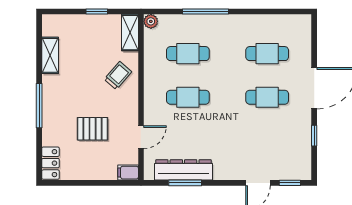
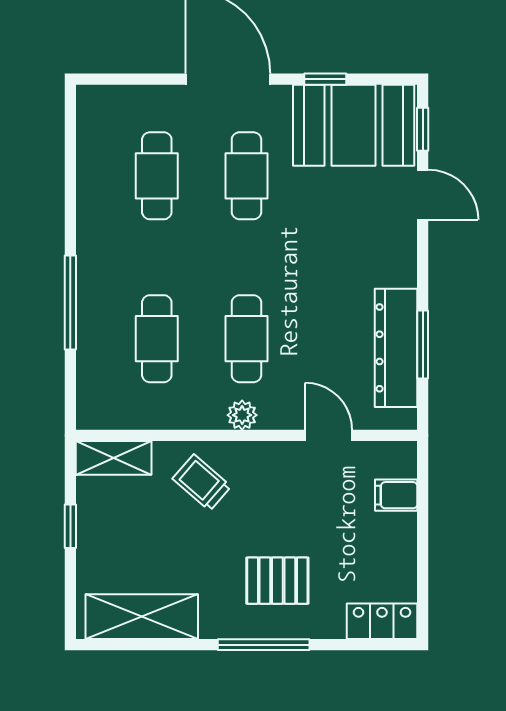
plant: (151, 21) -> (242, 415), moved
shelving: (50, 55) -> (142, 617), width x1.50, depth x1.33
pallet: (93, 129) -> (277, 581), moved, turned 90
booth: (292, 149) -> (354, 125), added
filing cabinet: (128, 173) -> (396, 495), moved, turned 90

